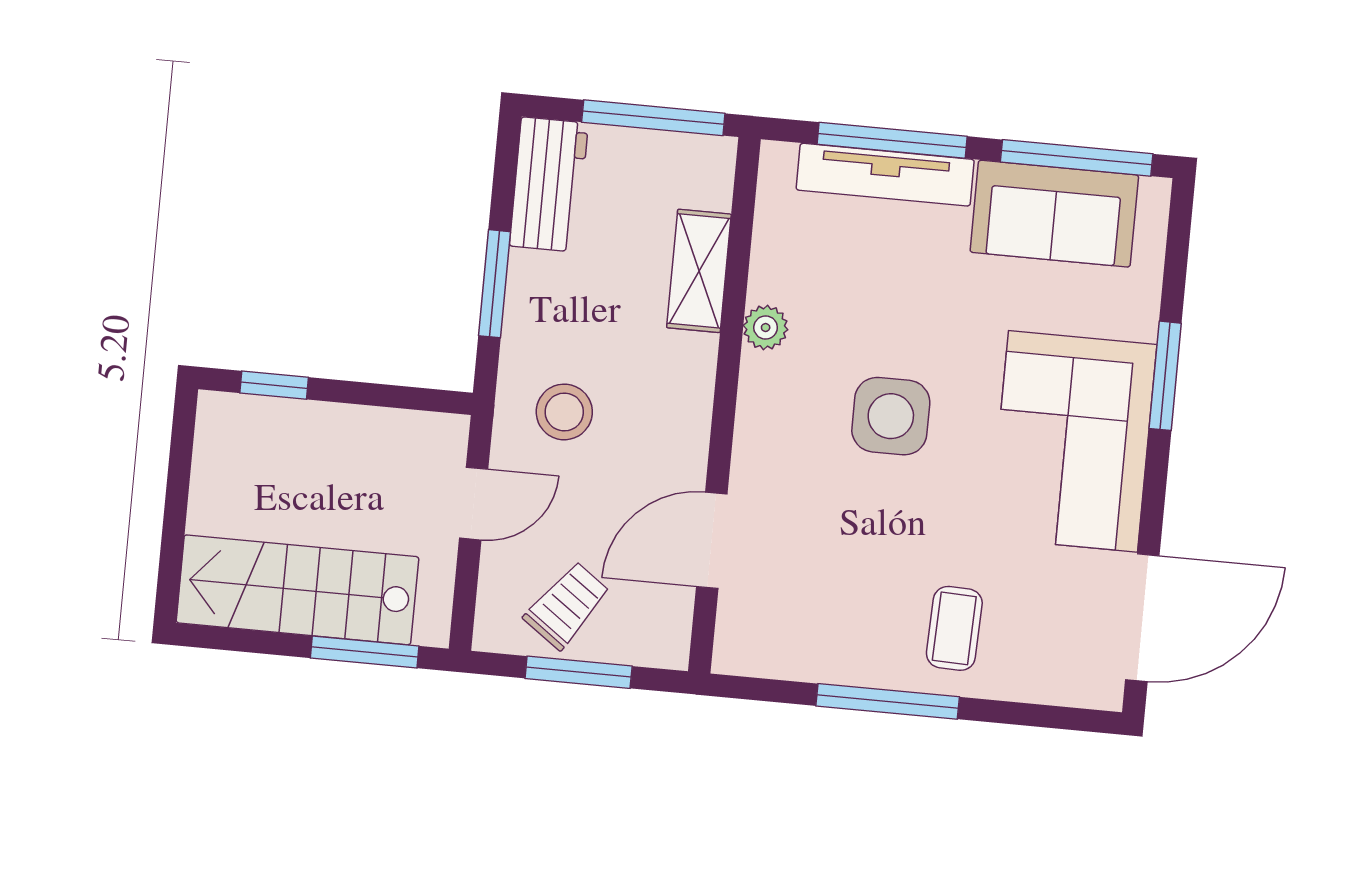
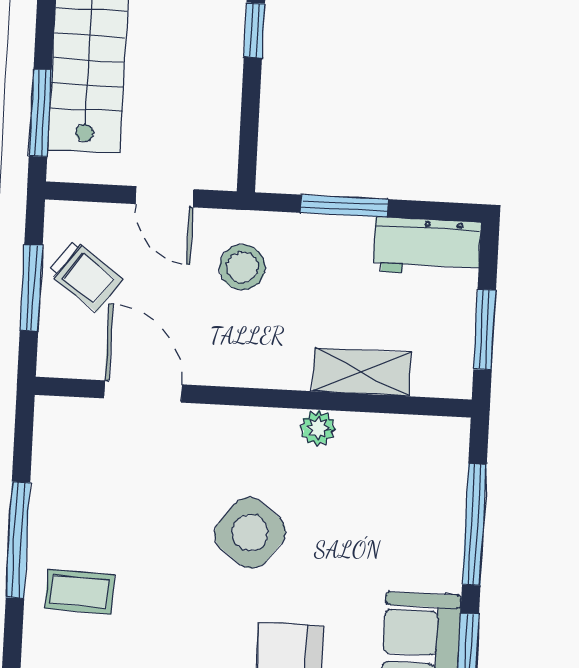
window: (653, 118) -> (485, 330), width x0.69
tv unit: (885, 175) -> (446, 520), removed
side table: (891, 416) -> (250, 533), turned 37

